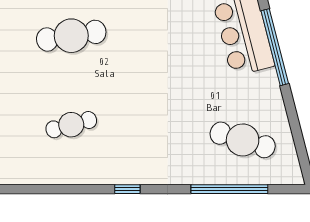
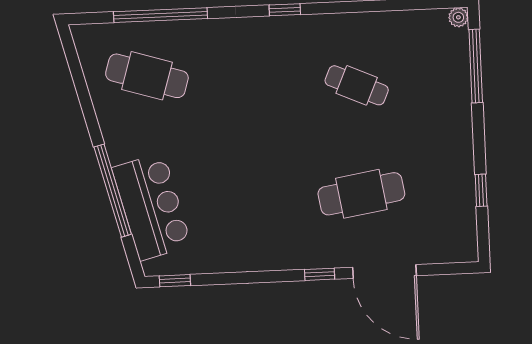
cafe table: (71, 125) -> (357, 85), turned 39

